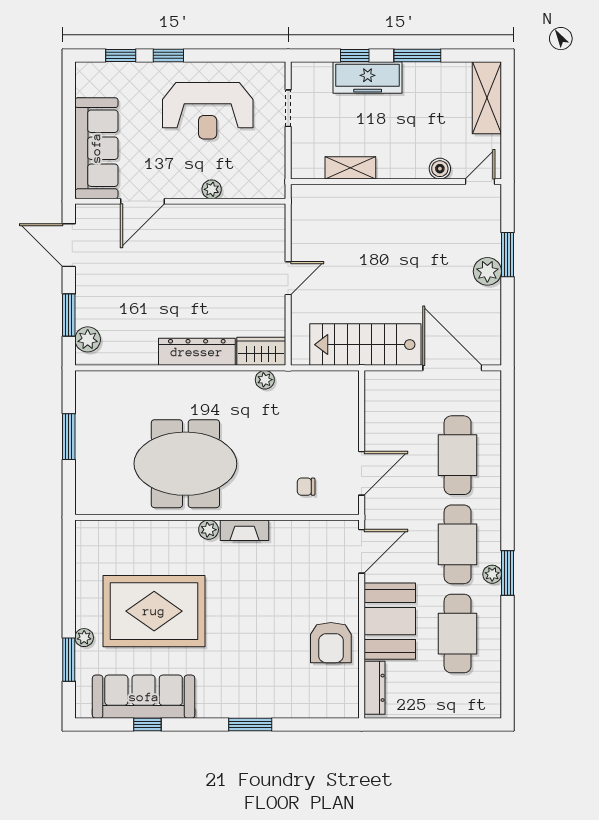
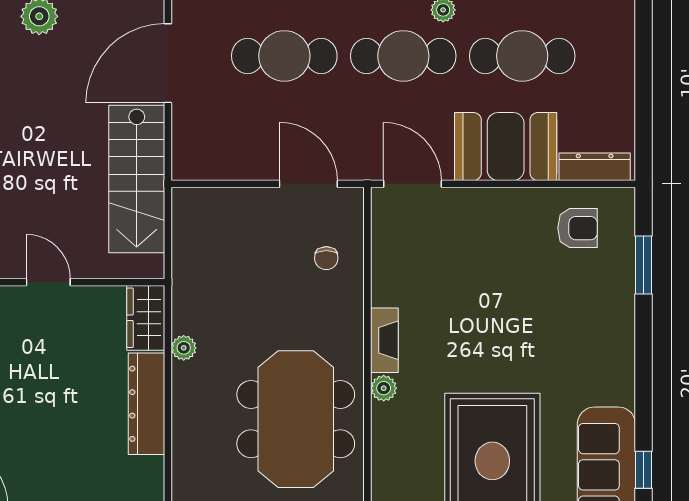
plant: (265, 380) -> (184, 348), moved
armchair: (331, 643) -> (578, 228), moved, width x0.72, depth x0.72
window: (250, 725) -> (644, 265), moved

